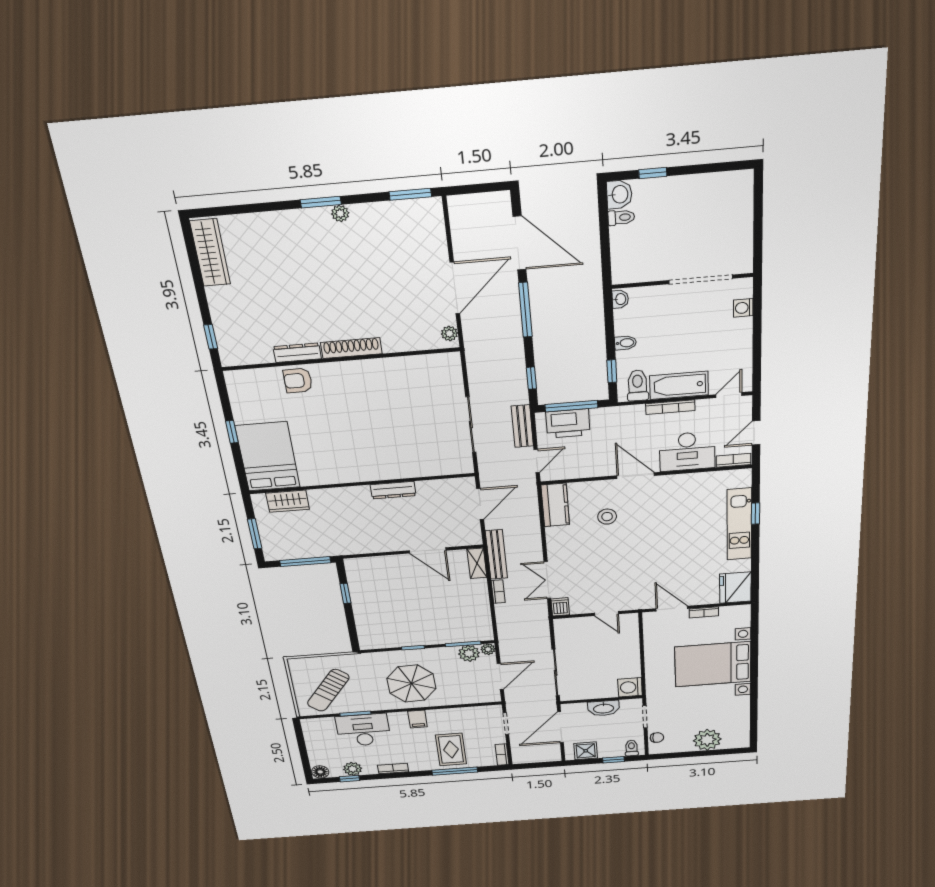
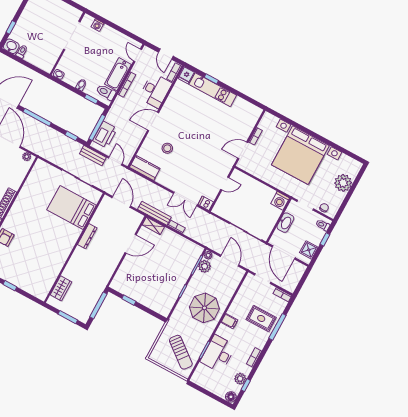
bed: (268, 457) -> (72, 207), moved
fridge: (735, 588) -> (186, 75), moved, width x0.53, depth x0.75
bed with nightstands: (713, 664) -> (300, 155), width x1.36

